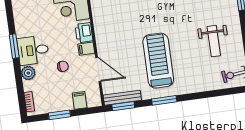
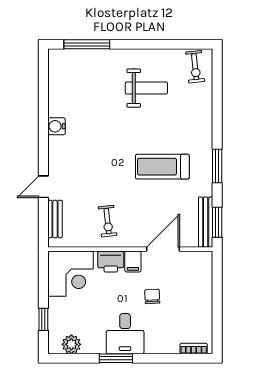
exercise bike: (113, 26) -> (108, 221), added
treadmill: (158, 61) -> (162, 167), width x0.73, depth x0.73
plant: (28, 73) -> (71, 344), moved
filing cabinet: (80, 100) -> (201, 280), removed
window: (59, 115) -> (217, 310), removed

